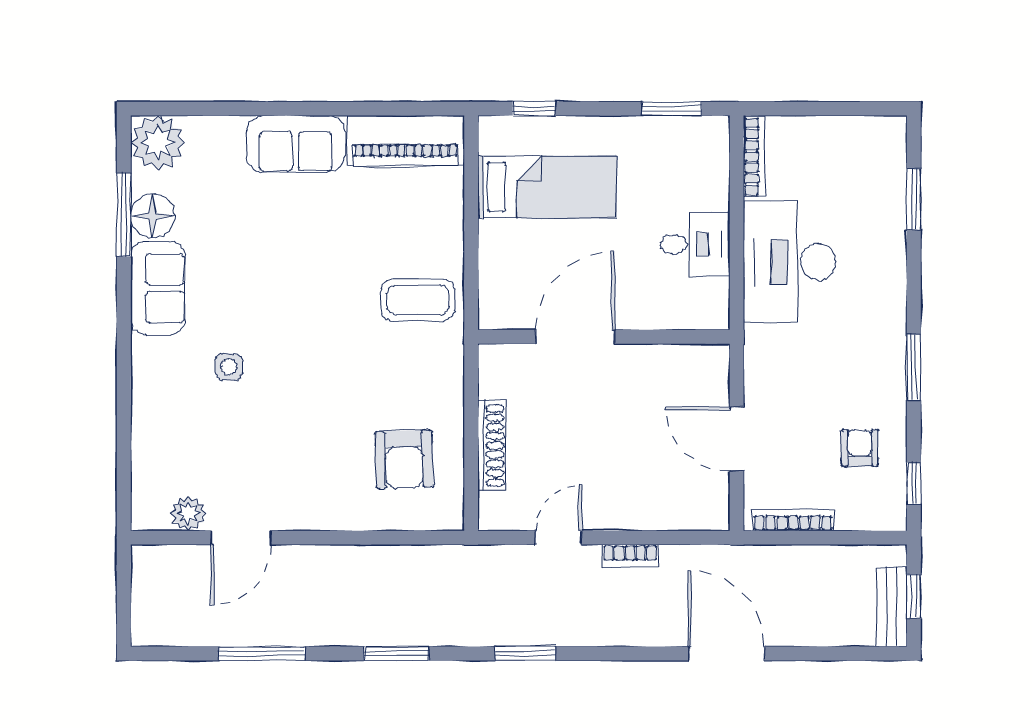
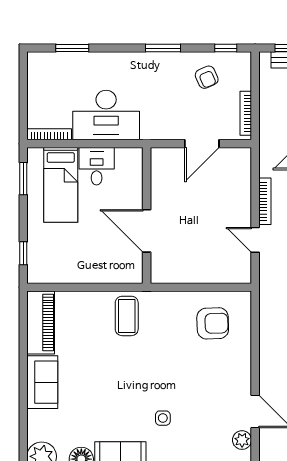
bed: (547, 187) -> (61, 185), moved, turned 180
shoe rack: (492, 445) -> (205, 276), removed
armchair: (860, 448) -> (207, 77), turned -114
bookcase: (630, 556) -> (265, 201), width x1.56

